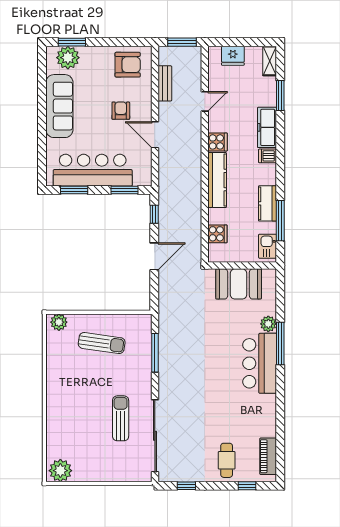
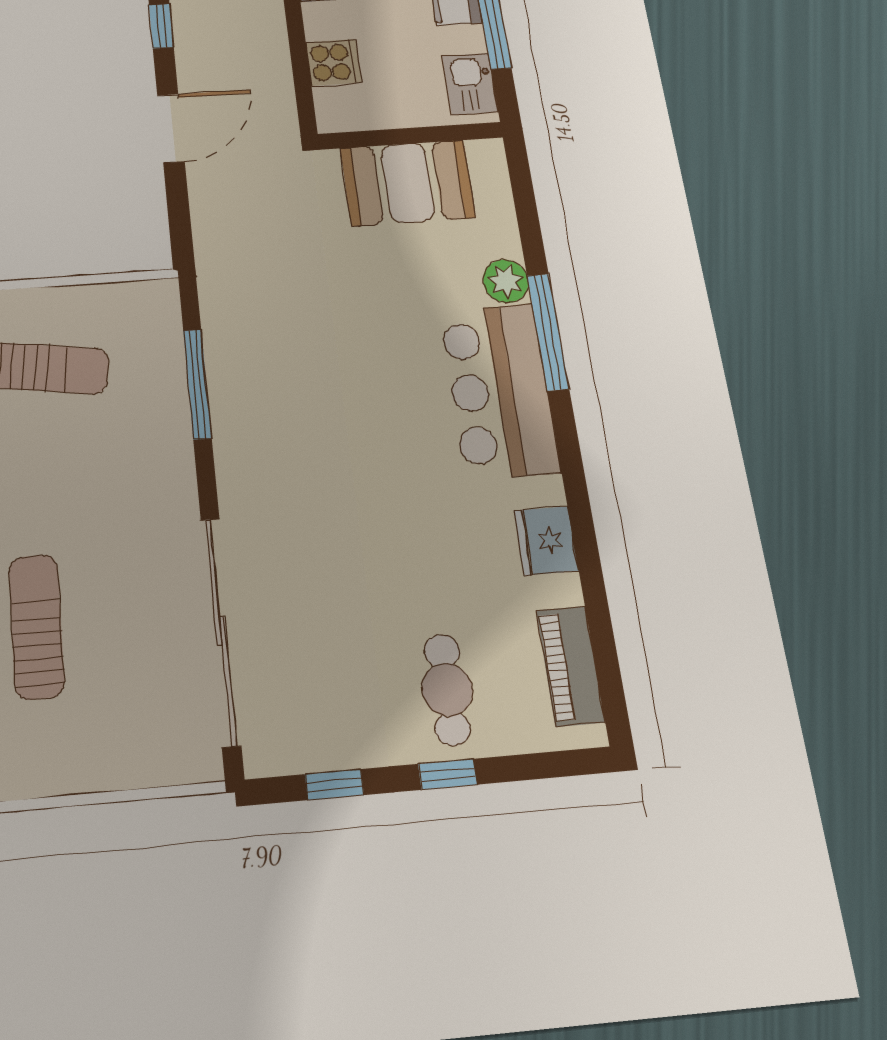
fridge: (267, 416) -> (546, 541), added
sun lounger: (121, 418) -> (36, 626), moved
window: (247, 486) -> (448, 774), moved

